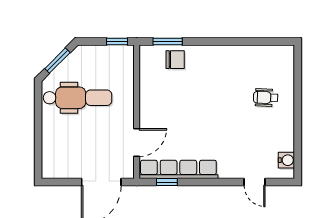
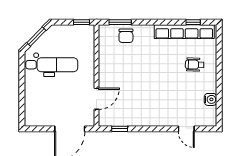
window: (264, 41) -> (193, 22), added
chair: (175, 60) -> (126, 36), turned 90
water cooler: (286, 160) -> (210, 99), moved
row of seats: (178, 169) -> (184, 32), moved, turned 180

